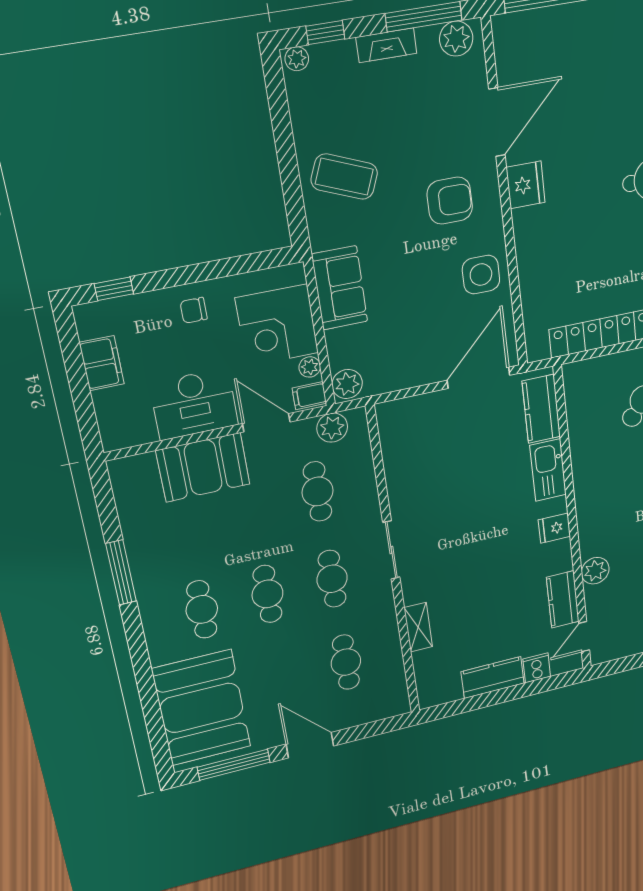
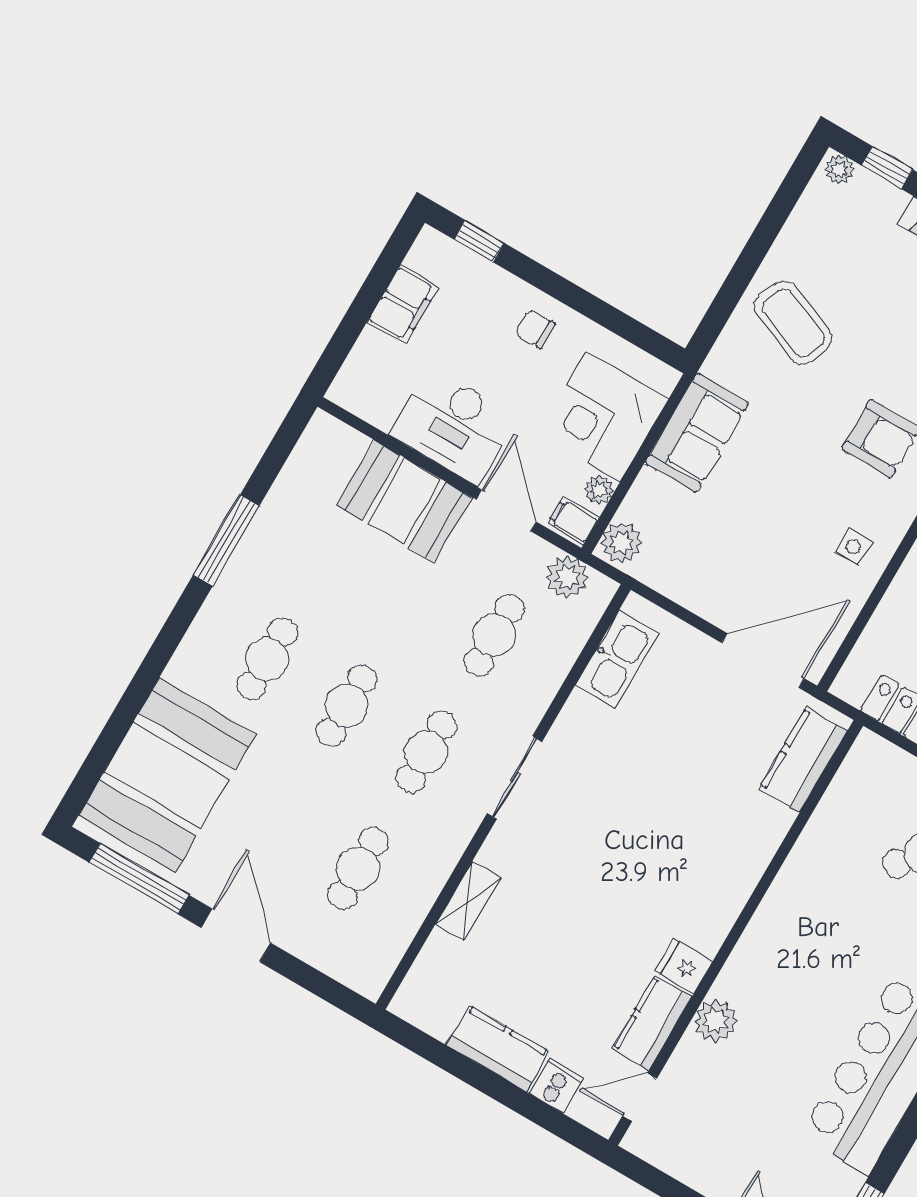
side table: (481, 275) -> (853, 547), width x0.54, depth x0.54
kitchen sink: (548, 470) -> (617, 660), moved, turned 180
fridge: (554, 528) -> (683, 966), moved

